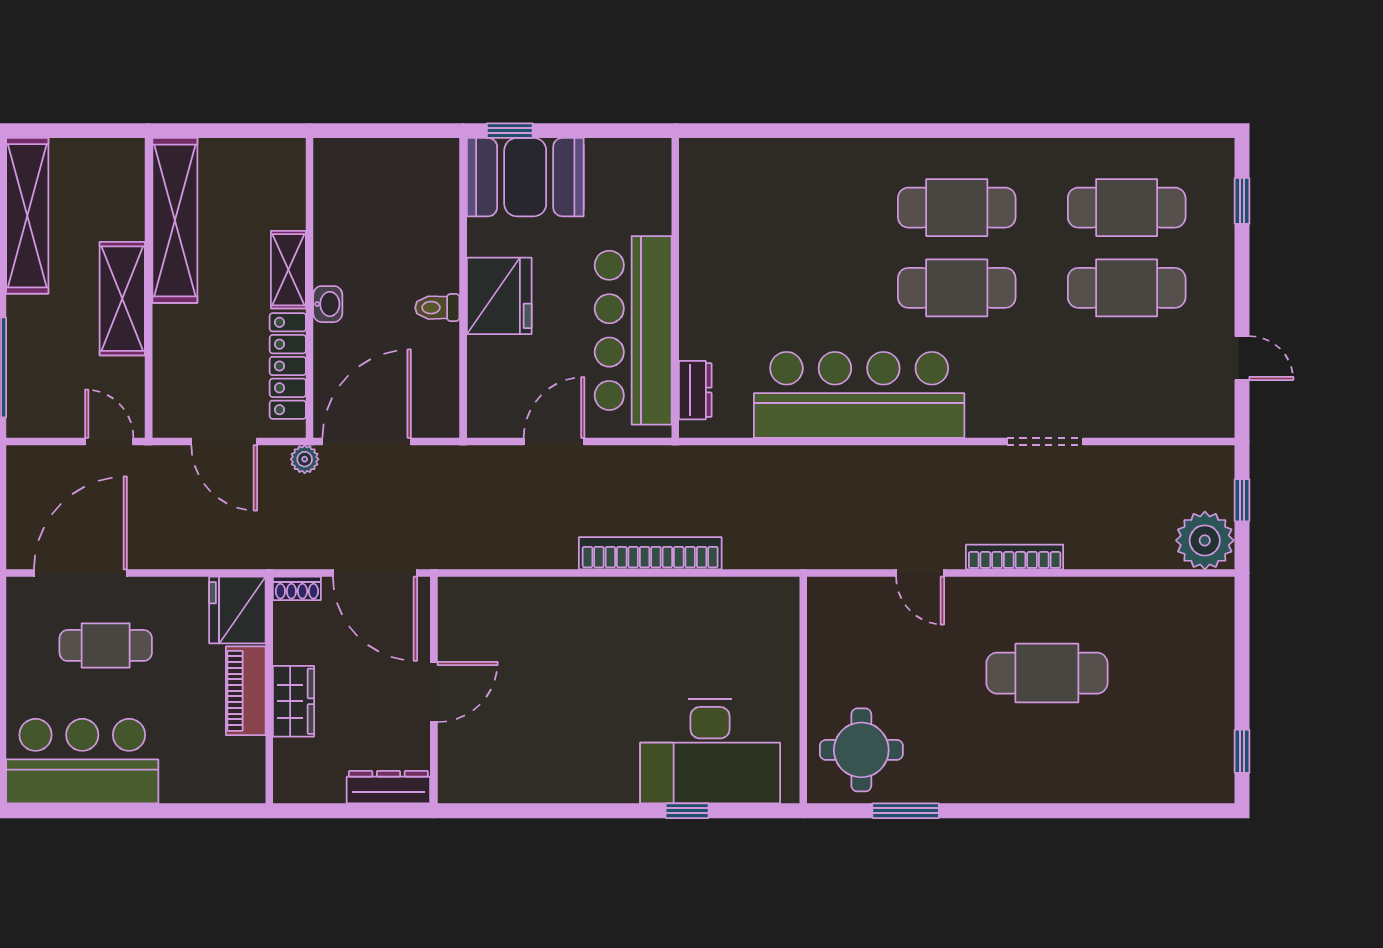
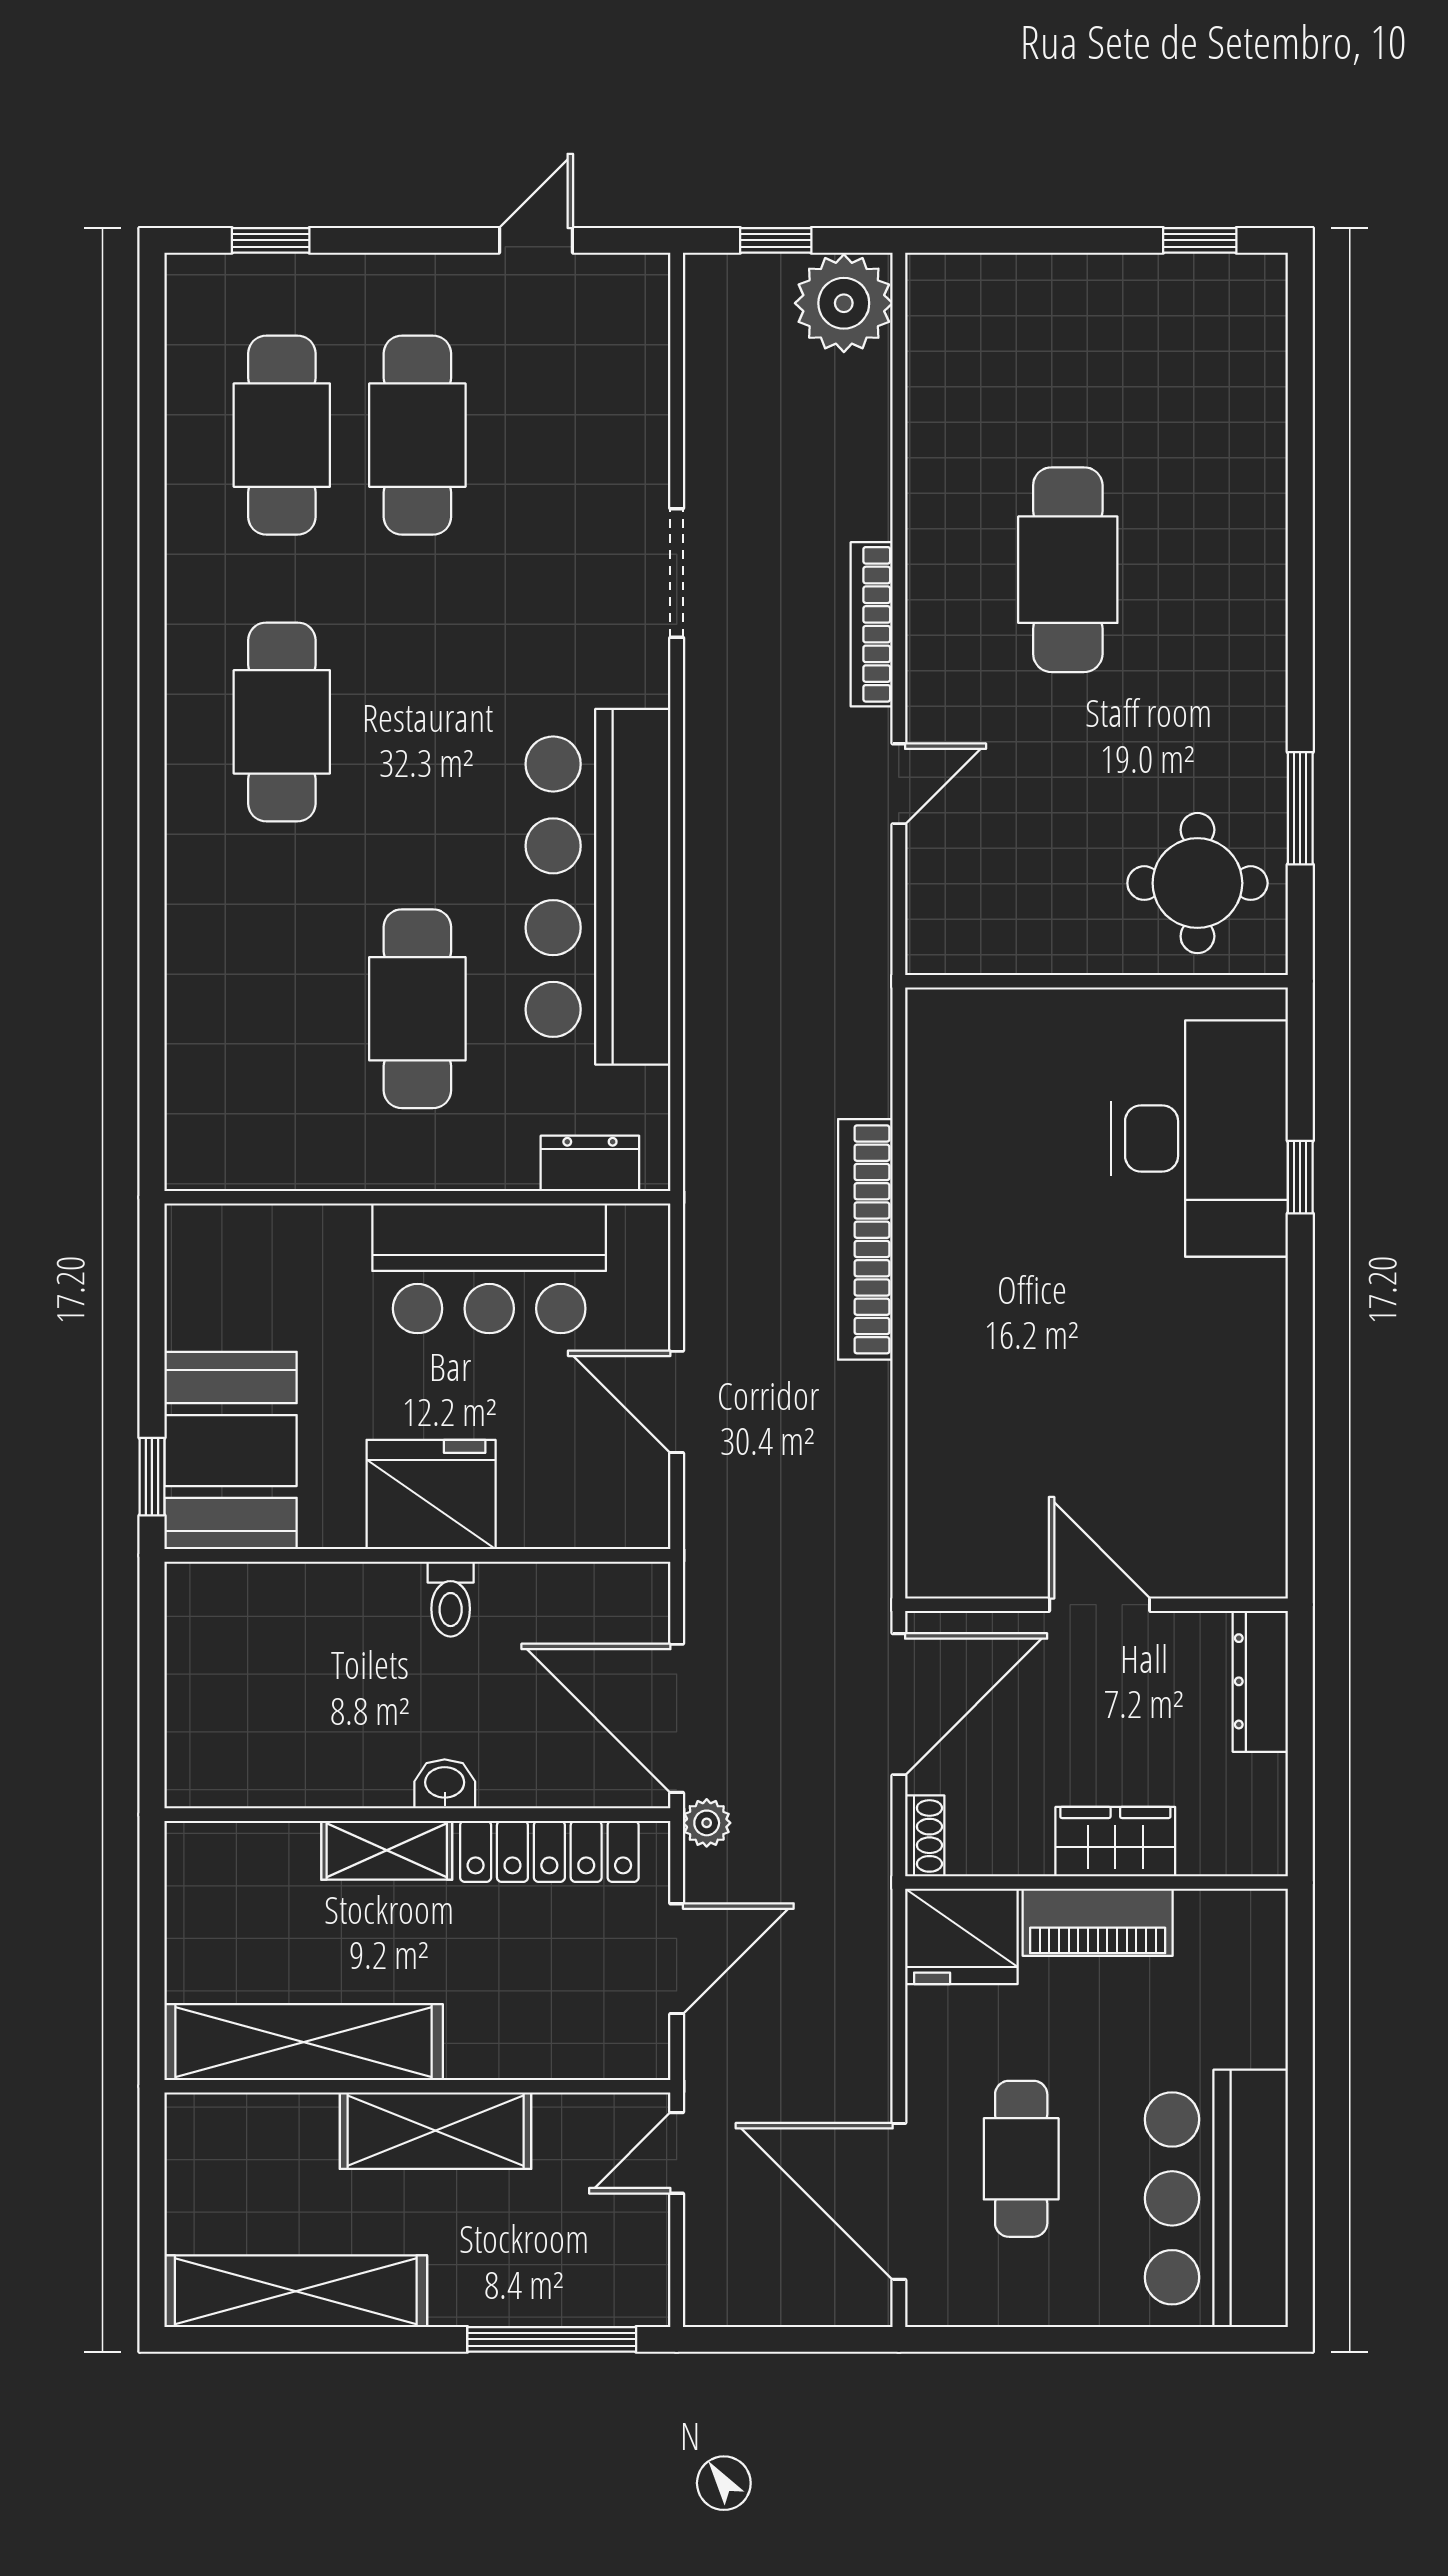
cafe table: (957, 288) -> (417, 1009), moved
bar counter: (633, 330) -> (489, 1268), width x0.73

